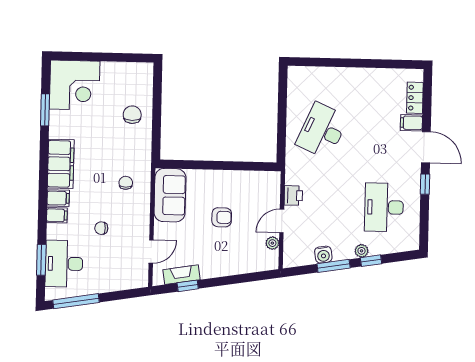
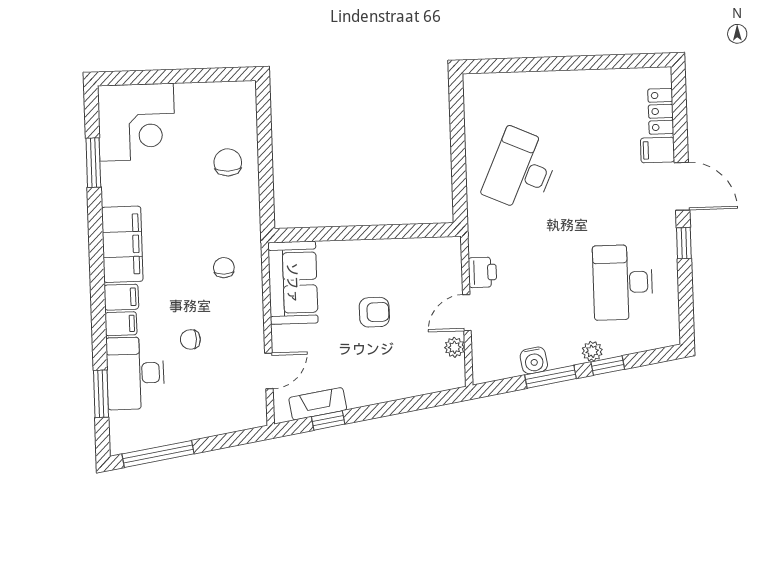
desk: (64, 264) -> (135, 373), moved

